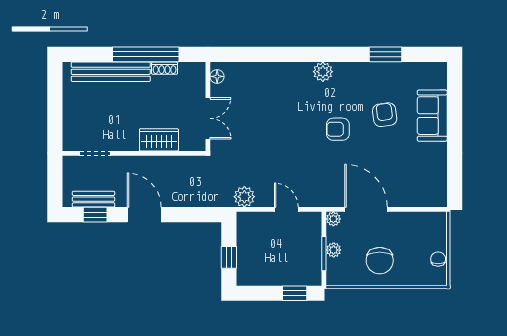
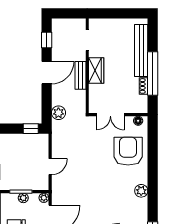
armchair: (338, 129) -> (128, 151), moved, width x1.88, depth x1.88
wardrobe: (159, 140) -> (96, 71), moved
plant: (244, 197) -> (58, 113), moved
bench: (93, 199) -> (80, 75), moved
window: (229, 257) -> (31, 129), moved

